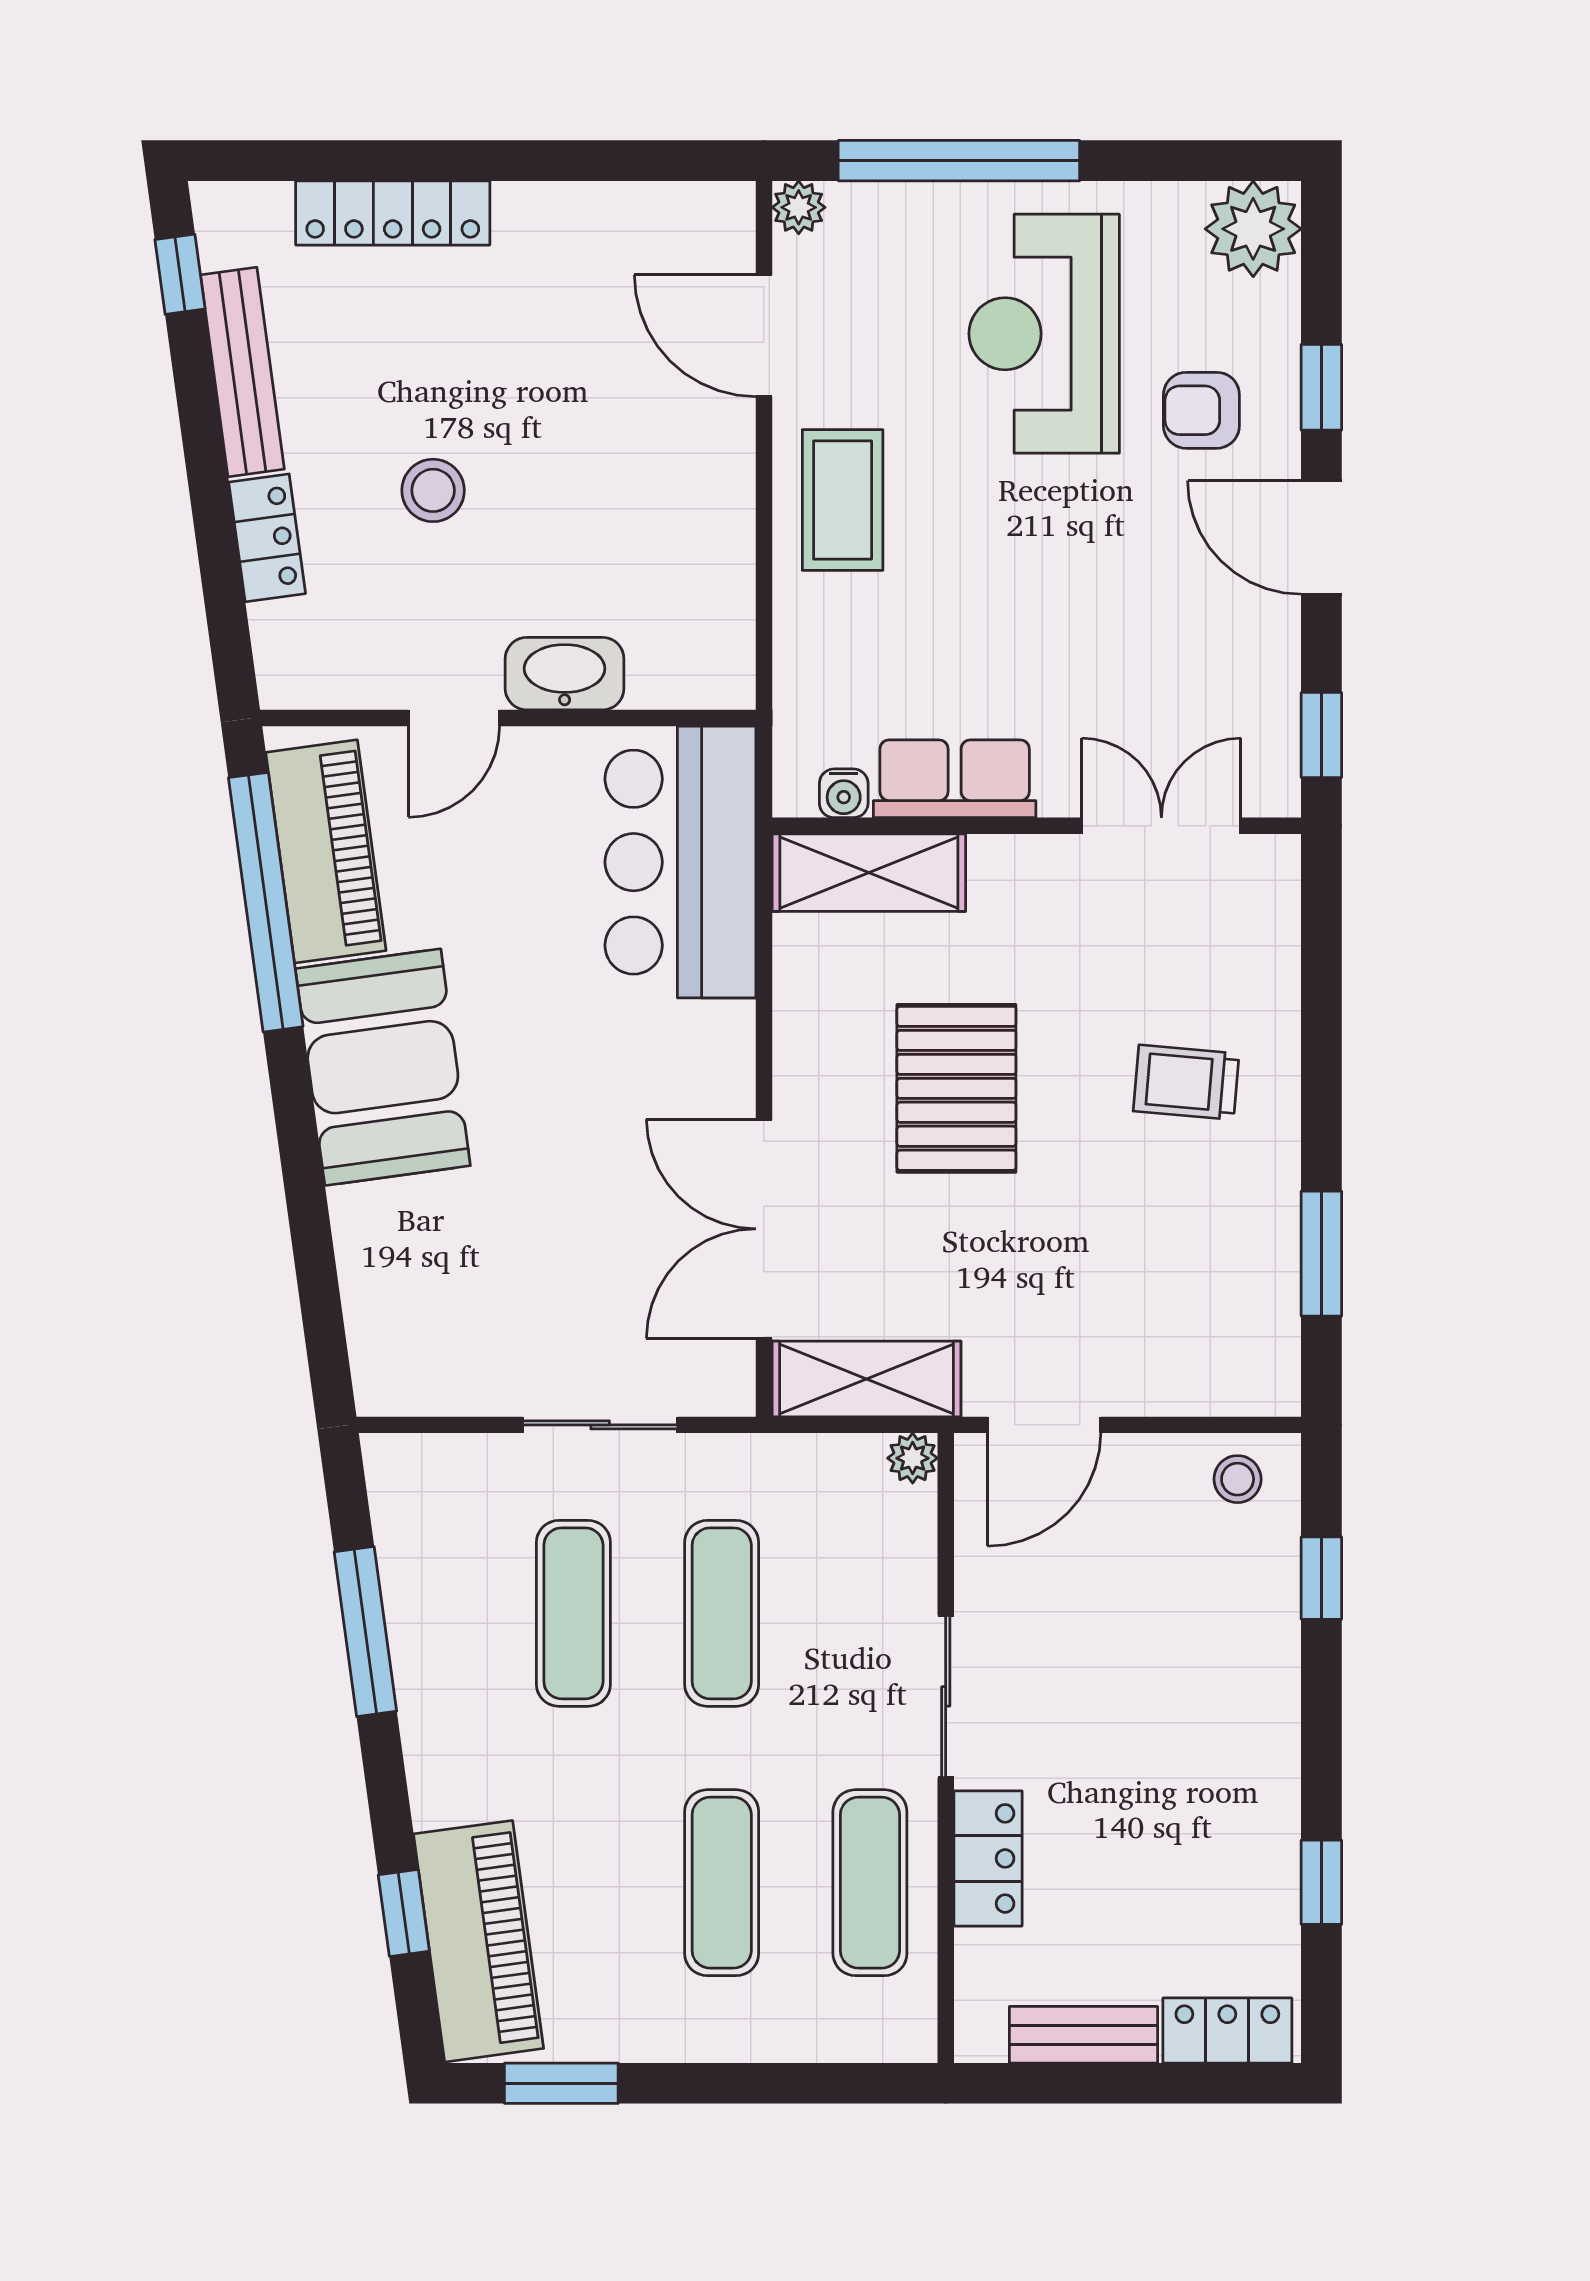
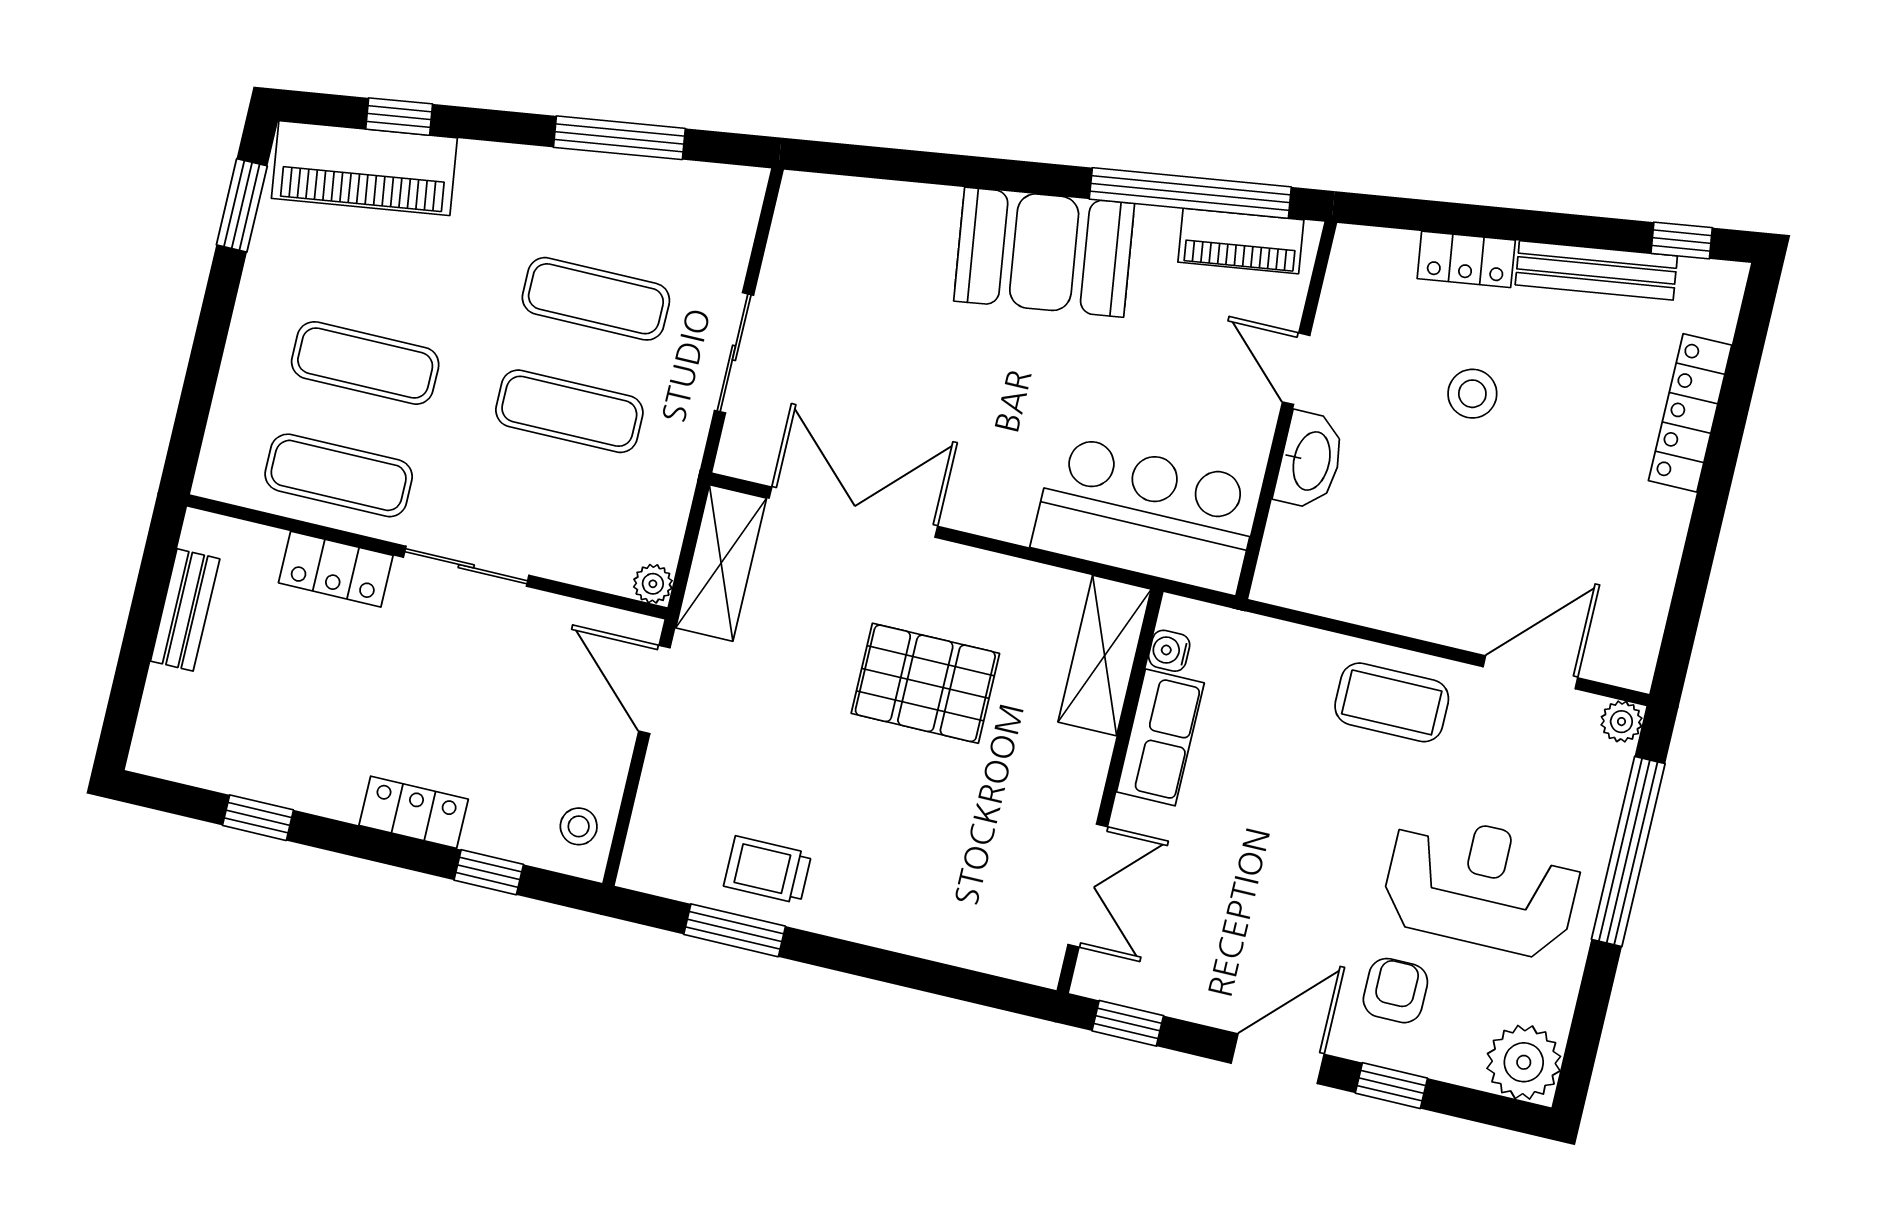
piano: (326, 851) -> (1241, 241), width x0.73, depth x0.75
trolley: (1186, 1082) -> (768, 870), moved, turned -95
locker: (1227, 2030) -> (414, 812), moved, turned -90

